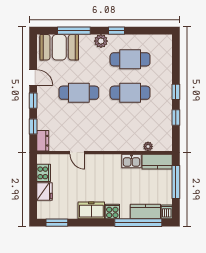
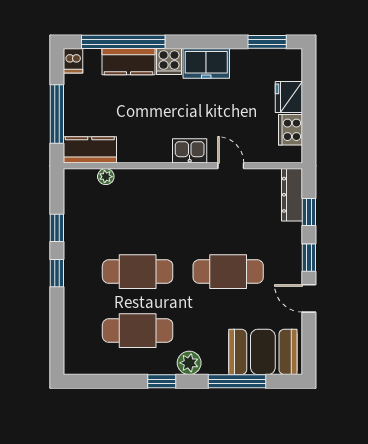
dresser: (43, 141) -> (292, 195), width x1.44
kitchen sink: (132, 161) -> (190, 151), moved
kitchen counter: (145, 211) -> (129, 62), moved

